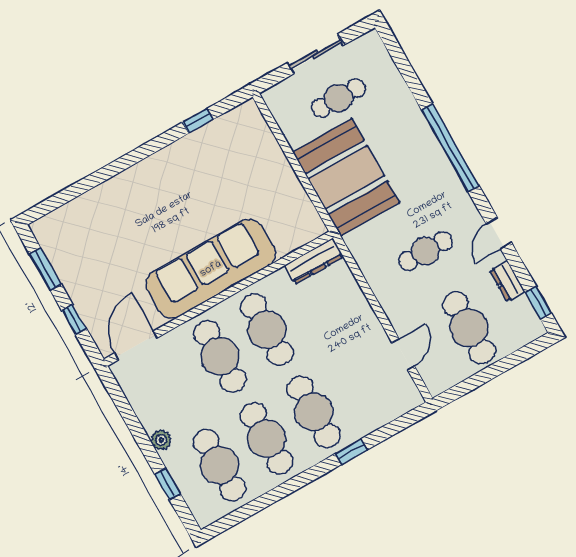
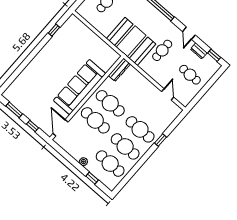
booth: (346, 177) -> (131, 41), moved
cafe table: (469, 328) -> (190, 75), width x0.73, depth x0.74

